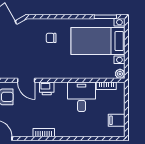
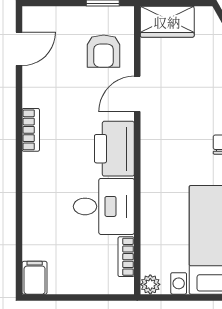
printer: (47, 88) -> (114, 149), width x1.87, depth x1.48
filing cabinet: (117, 120) -> (35, 278), moved

